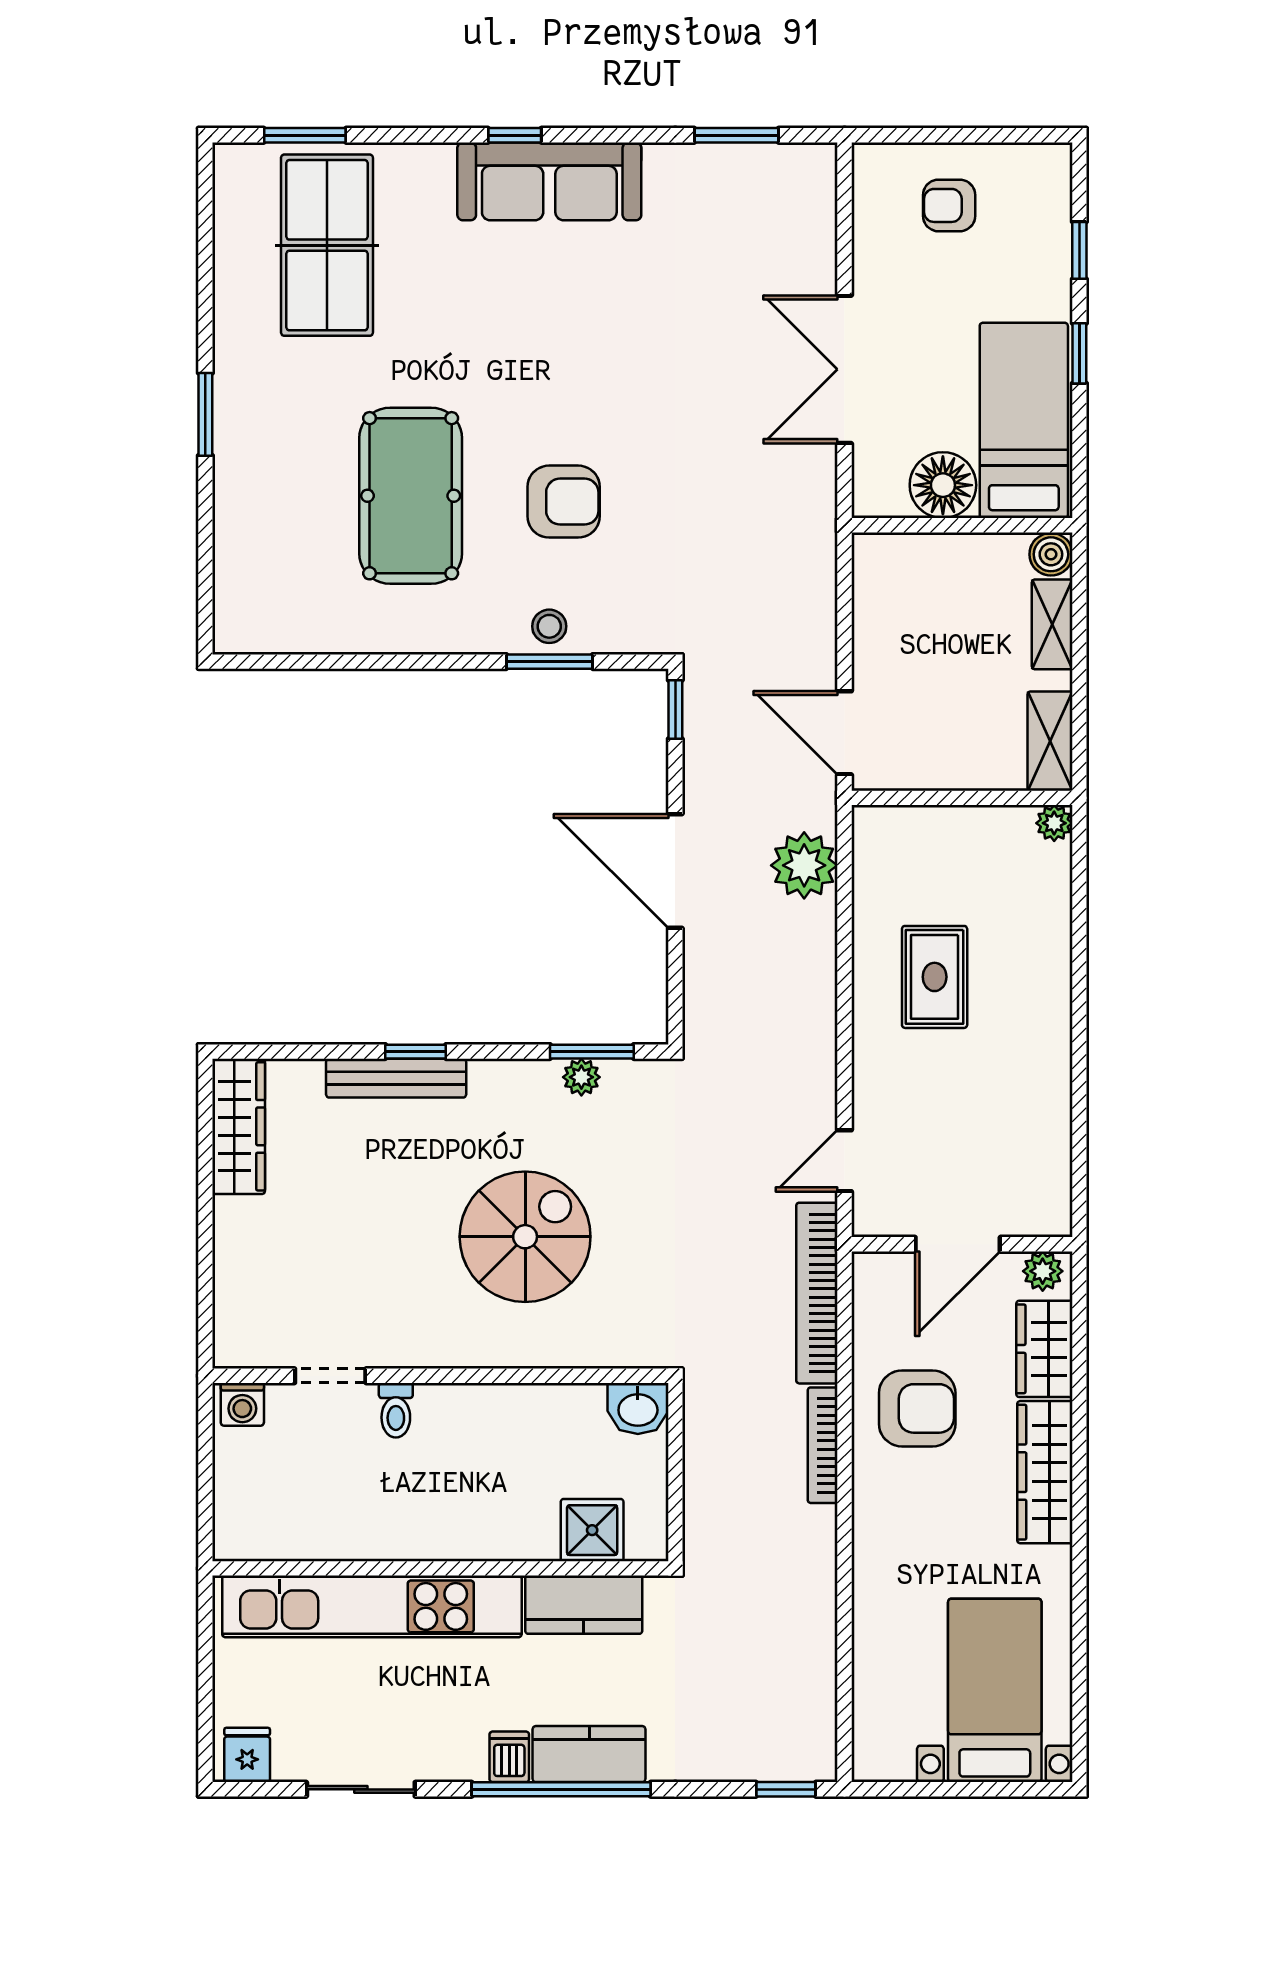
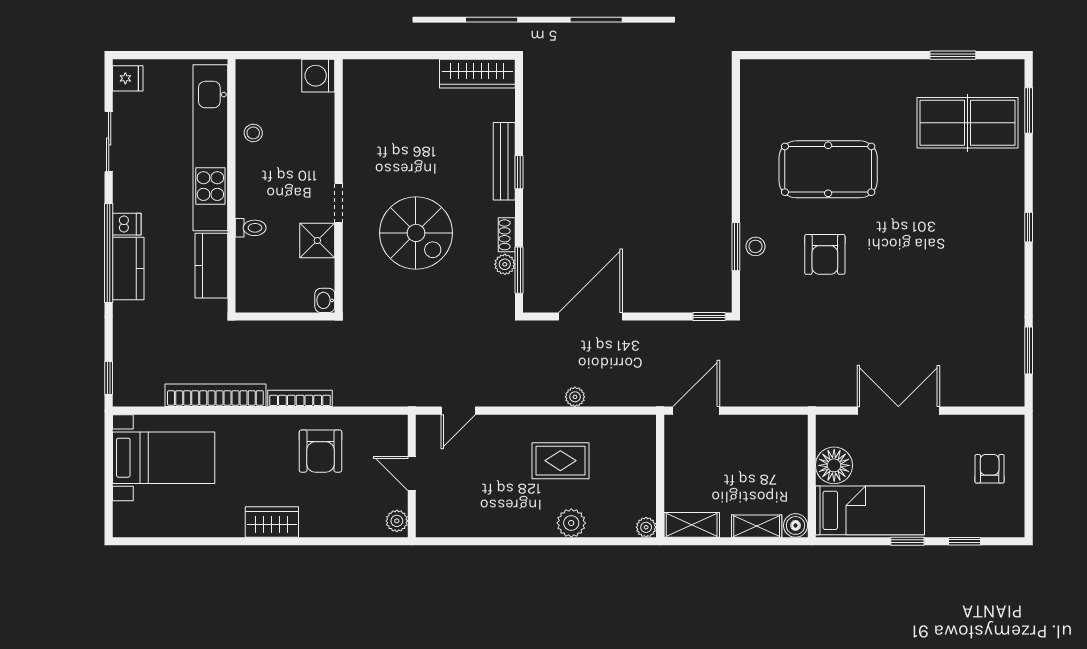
sofa: (549, 181) -> (1003, 246), removed
window: (205, 414) -> (953, 55), moved
plant: (804, 865) -> (575, 397), moved, width x0.53, depth x0.53
door: (675, 871) -> (590, 317), moved
plant: (1047, 958) -> (571, 523), added
shoe rack: (528, 1074) -> (507, 235), added
door: (844, 1161) -> (458, 411), swing flipped
door: (958, 1244) -> (412, 474), width x0.73
bookcase: (817, 1293) -> (215, 395), moved
wardrobe: (1044, 1349) -> (354, 522), removed
doorway: (330, 1376) -> (339, 203), moved
washing machine: (242, 1404) -> (318, 76), width x1.38, depth x1.38
washbasin: (638, 1408) -> (325, 300), width x0.72, depth x0.69
toilet: (396, 1410) -> (251, 228), moved, turned 180
wardrobe: (1045, 1472) -> (272, 522), width x0.67
stool: (345, 1529) -> (253, 133), added
shower: (592, 1530) -> (317, 241), moved
bed with nightstands: (995, 1690) -> (164, 458), moved

